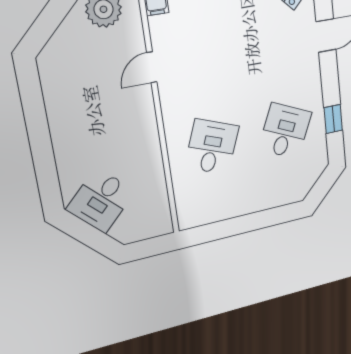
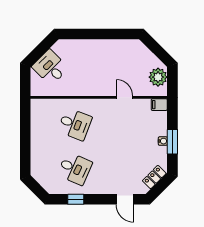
desk: (101, 200) -> (50, 67), moved

